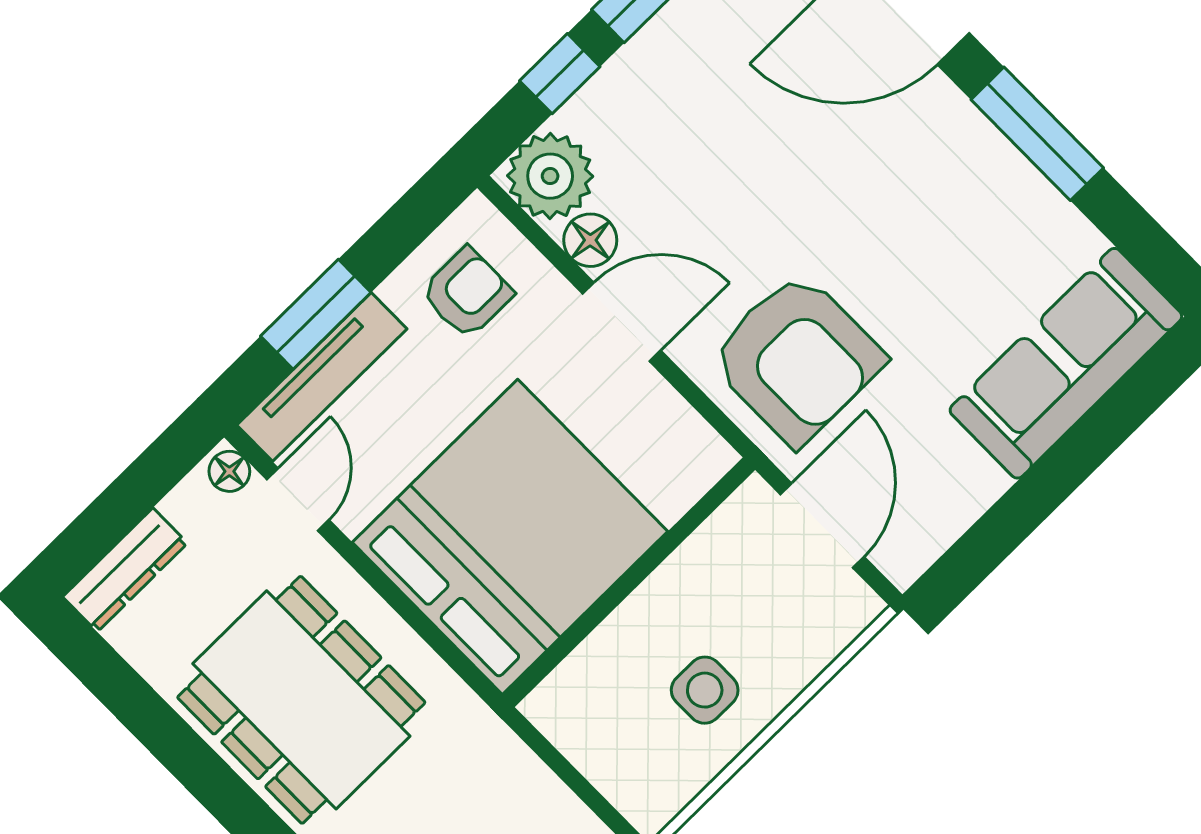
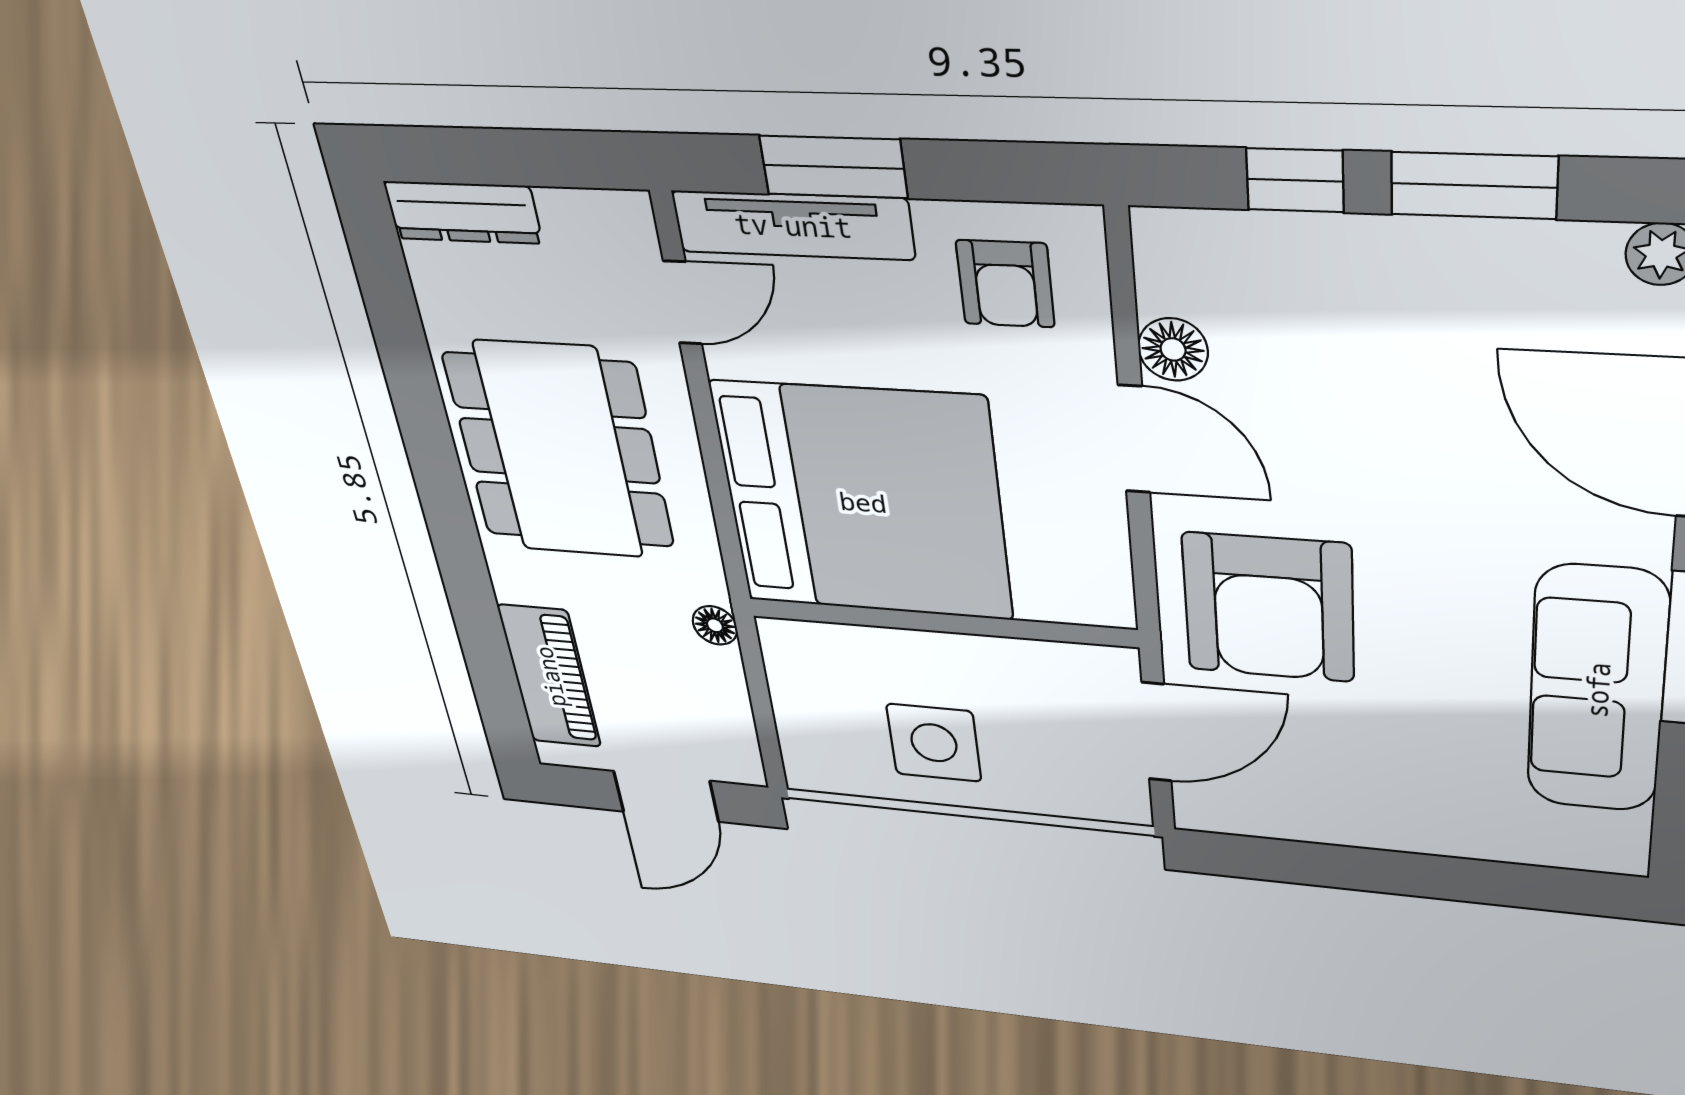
plant: (550, 176) -> (1189, 261), removed
armchair: (467, 293) -> (1005, 284), turned 90
sofa: (1066, 363) -> (1597, 690), moved, turned -90
floor lamp: (229, 471) -> (715, 625), moved
side table: (705, 690) -> (934, 743), width x1.37, depth x1.37

